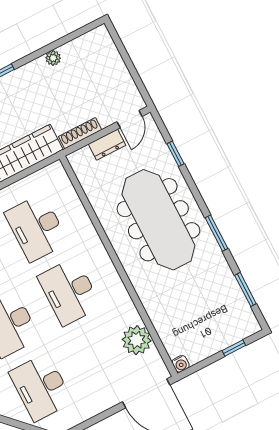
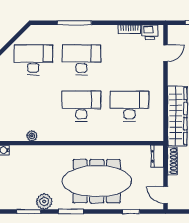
dresser: (107, 145) -> (157, 156), moved
plant: (221, 276) -> (44, 201), added
plant: (137, 340) -> (32, 136), width x0.53, depth x0.53

